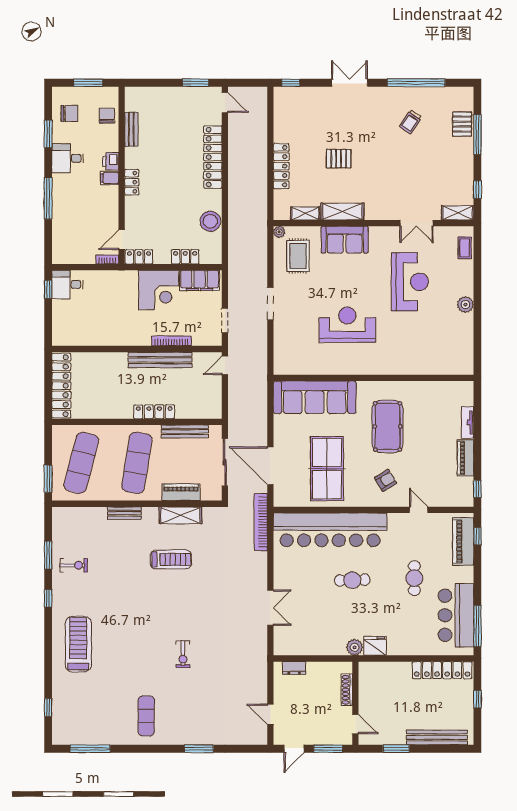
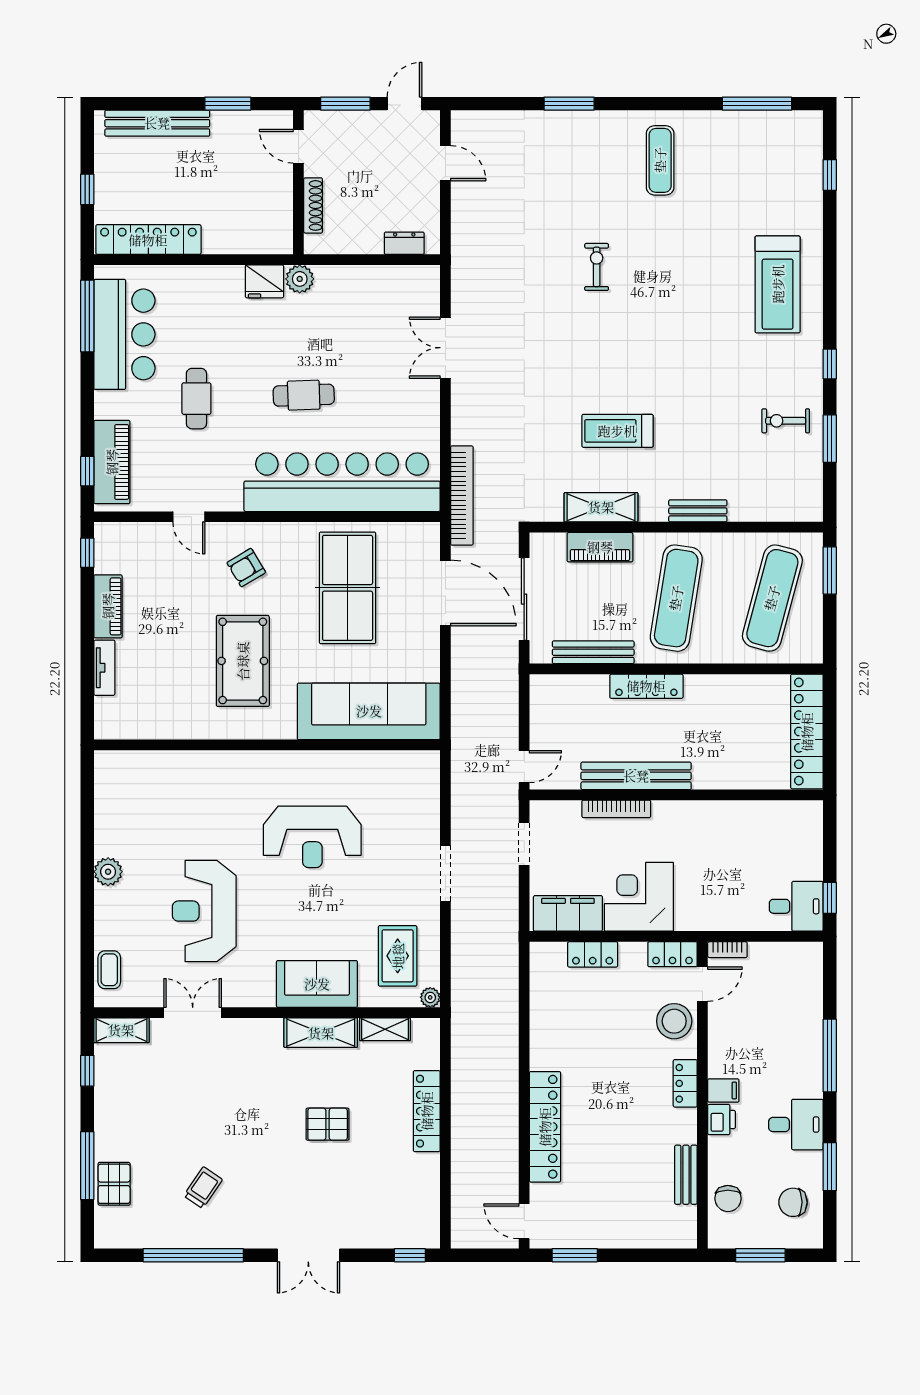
stool: (210, 221) -> (674, 1021), moved

